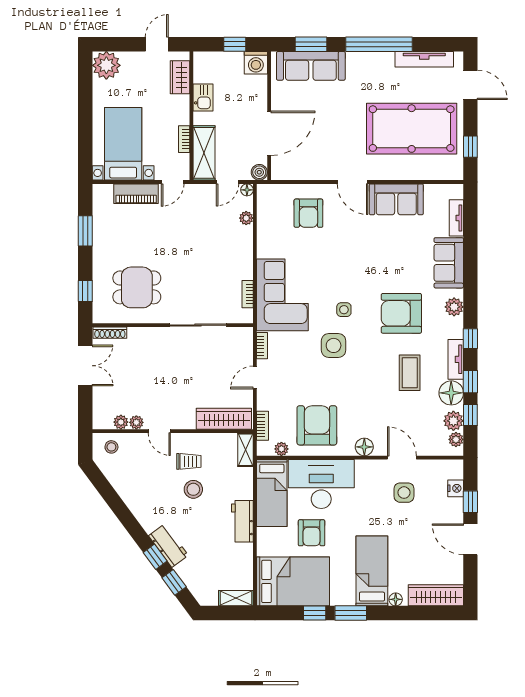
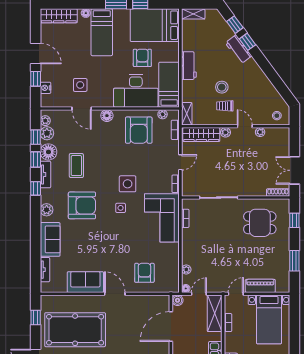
plant: (121, 422) -> (226, 132), moved

